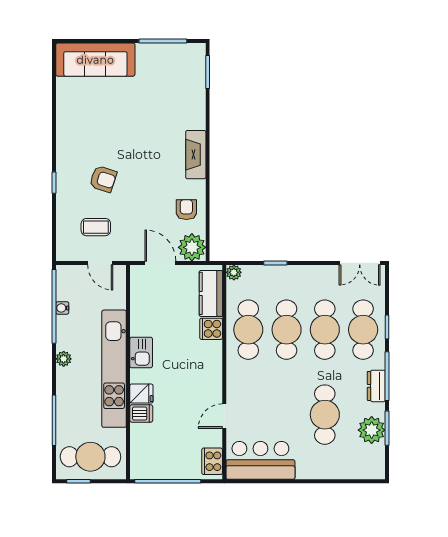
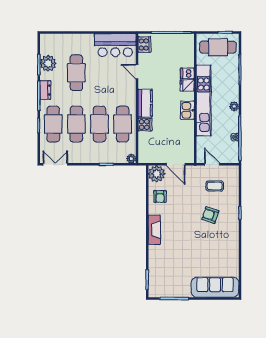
kitchen counter: (211, 293) -> (145, 103), moved
door: (224, 416) -> (137, 72), swing flipped

